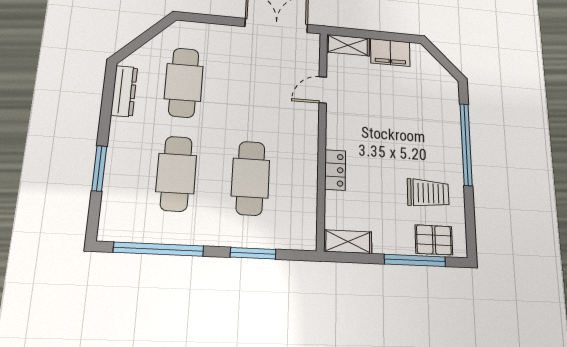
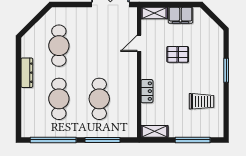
dresser: (124, 91) -> (27, 73), moved
window: (466, 144) -> (226, 70), width x0.47
window: (99, 168) -> (18, 99), removed
pallet: (434, 240) -> (178, 54), moved
window: (253, 253) -> (103, 140), width x1.44

